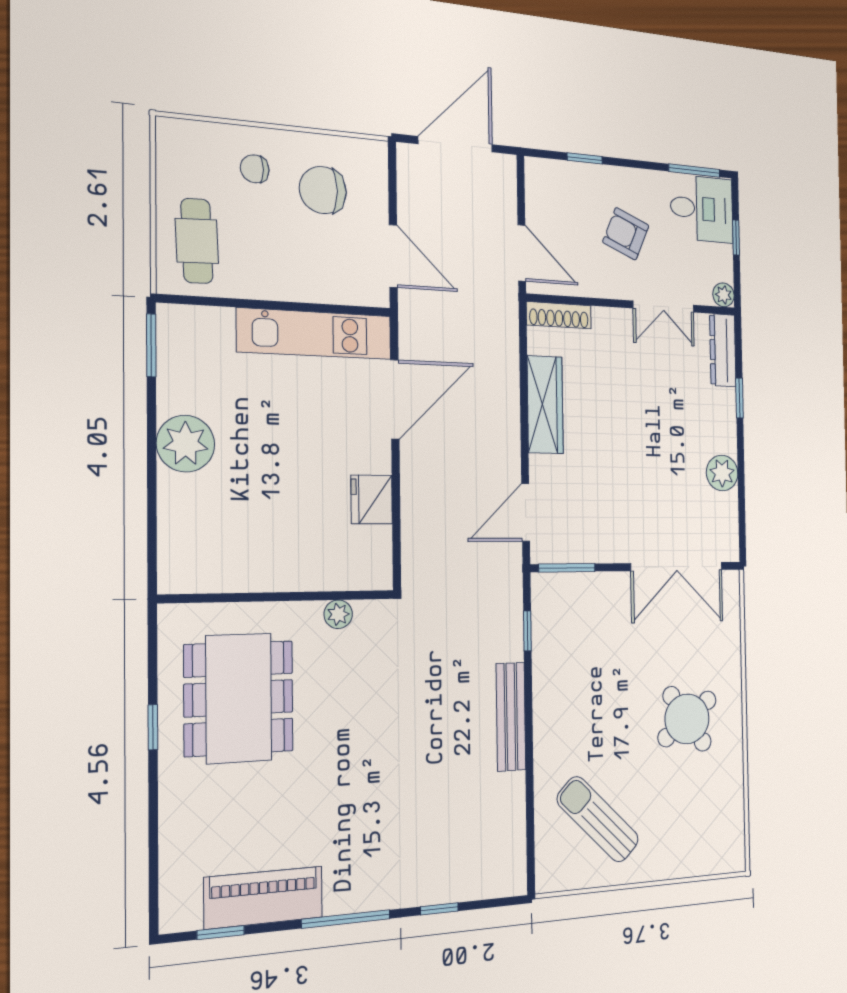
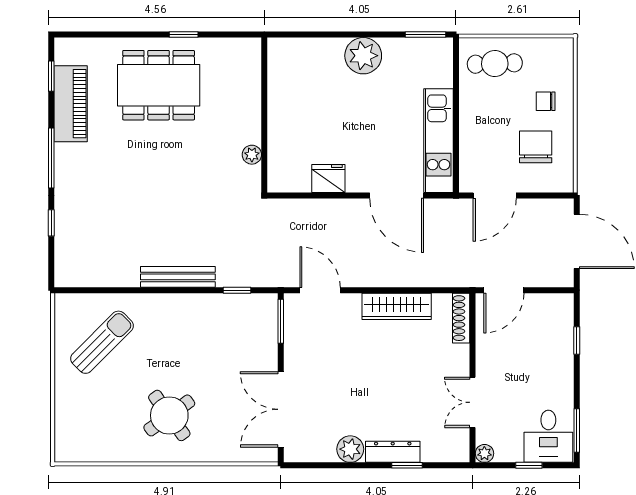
chair: (255, 169) -> (546, 101), turned -90
armchair: (626, 234) -> (524, 373), removed
dresser: (723, 350) -> (393, 452), moved
dining table: (239, 698) -> (159, 85), moved

